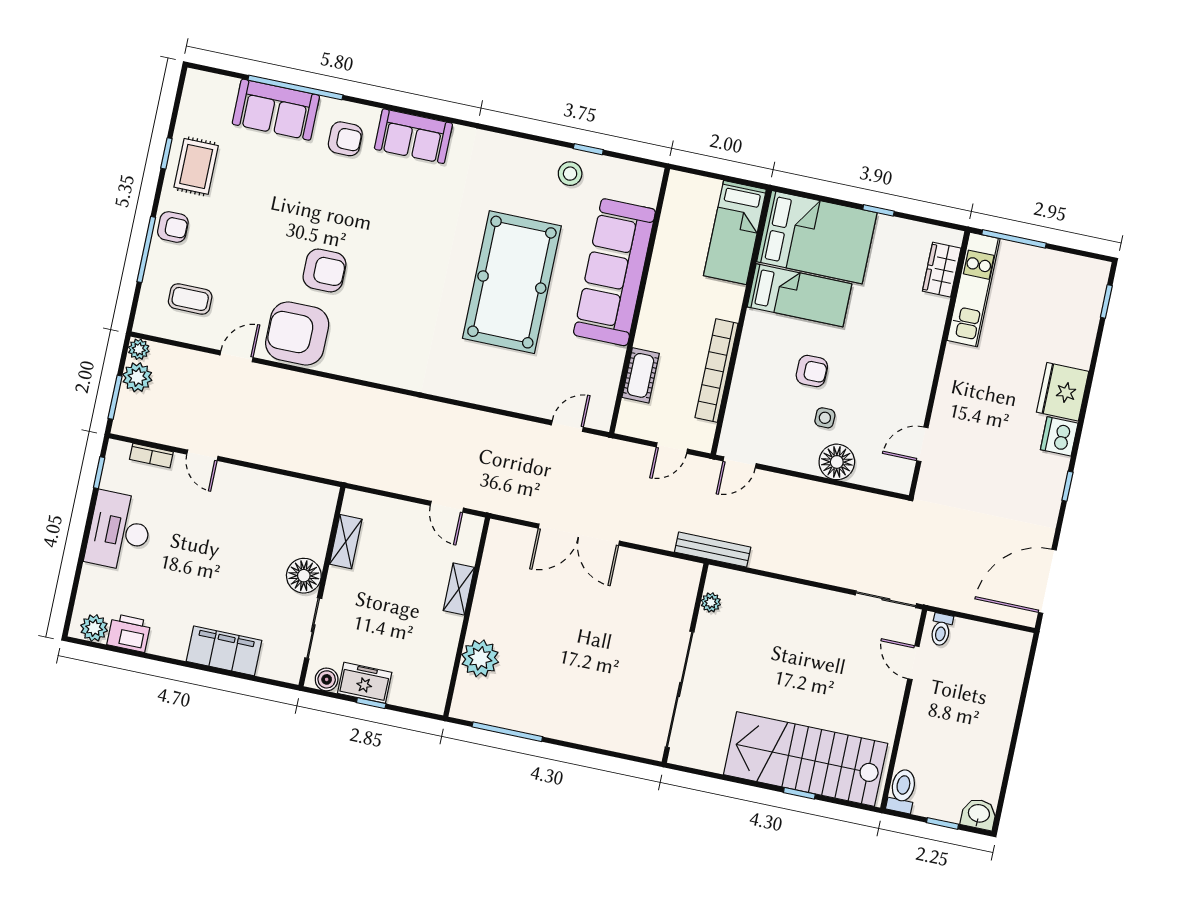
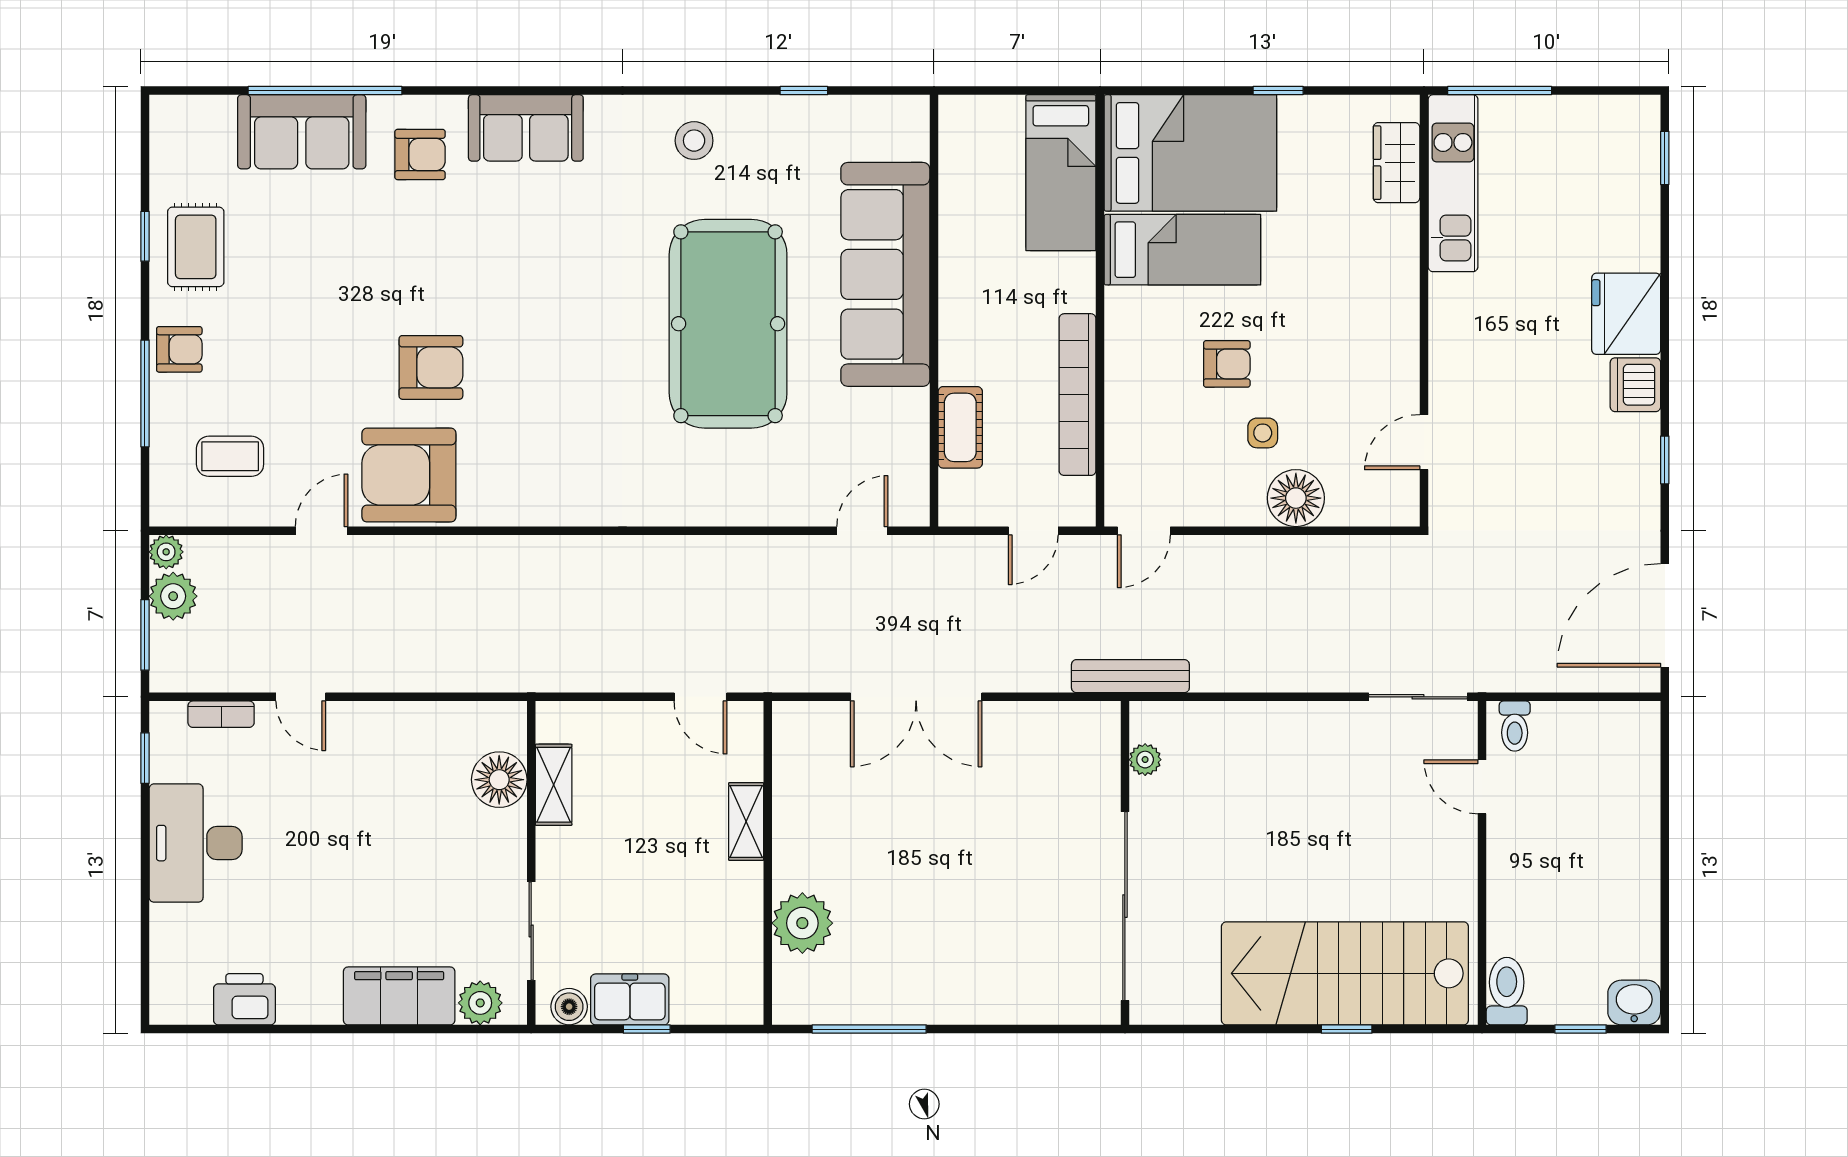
stool: (570, 174) -> (694, 141), moved
floor lamp: (304, 576) -> (499, 780), moved
plant: (94, 628) -> (480, 1003), moved

